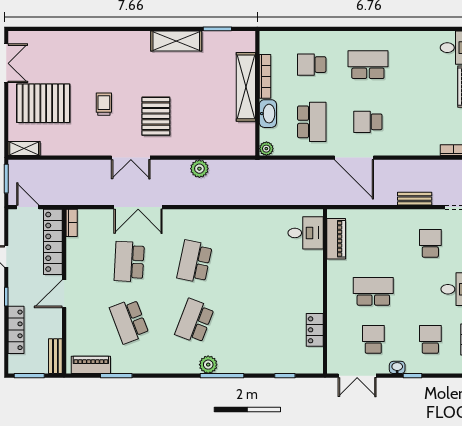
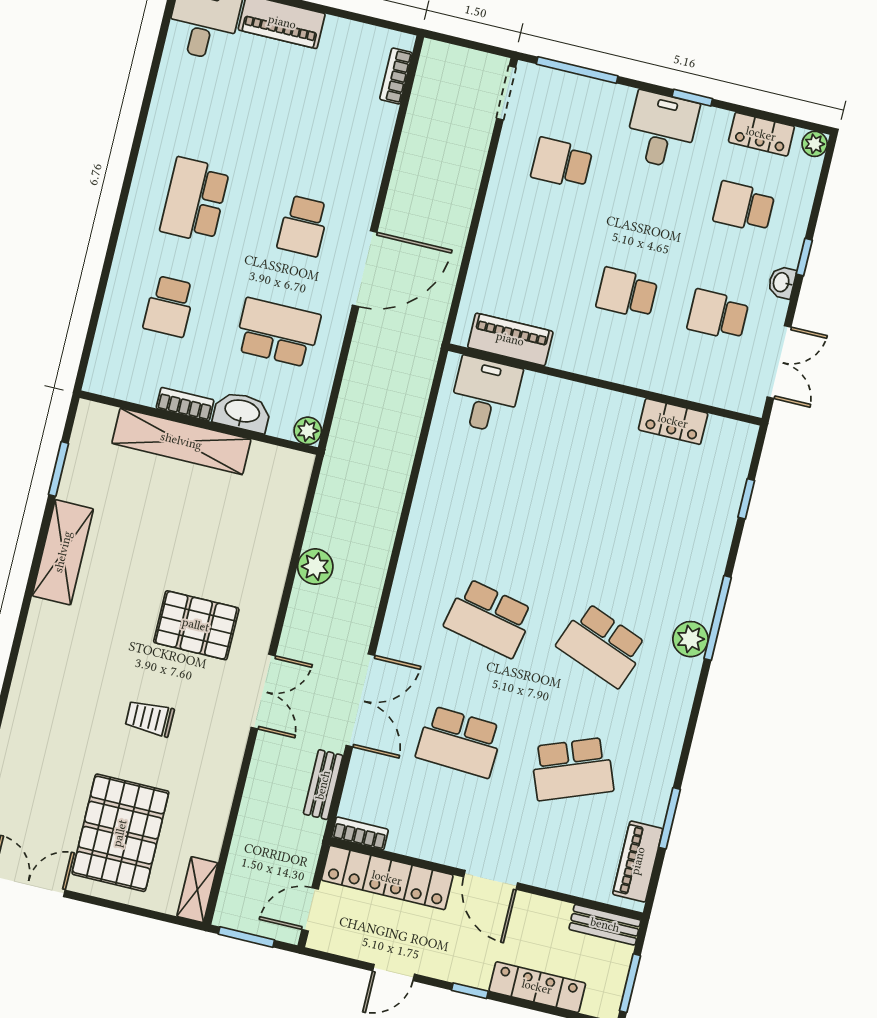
bookcase: (265, 76) -> (185, 404), width x0.64
bench: (415, 199) -> (323, 785), moved
school desk: (373, 291) -> (627, 293), width x0.54

